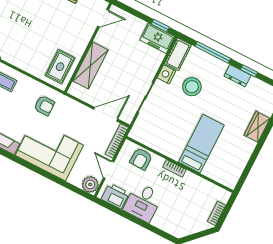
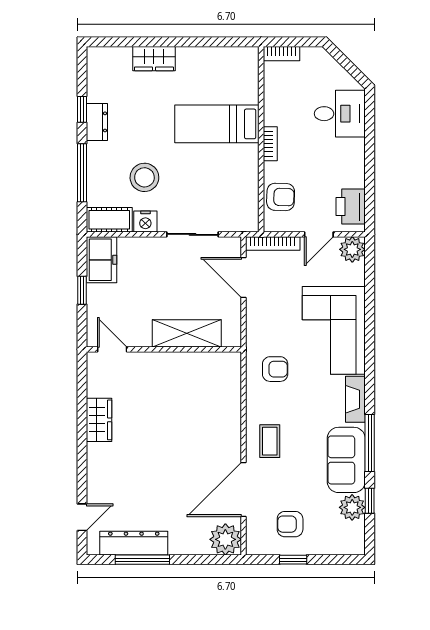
window: (160, 26) -> (82, 290), moved
rug: (60, 67) -> (210, 375), removed
armchair: (44, 106) -> (275, 369), turned 90
desk: (143, 202) -> (340, 114), moved
bookcase: (216, 214) -> (281, 54), moved

